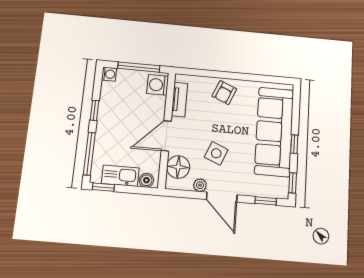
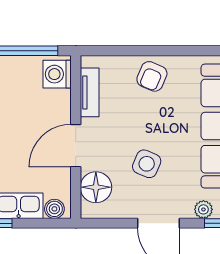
plant: (200, 185) -> (203, 209), moved

